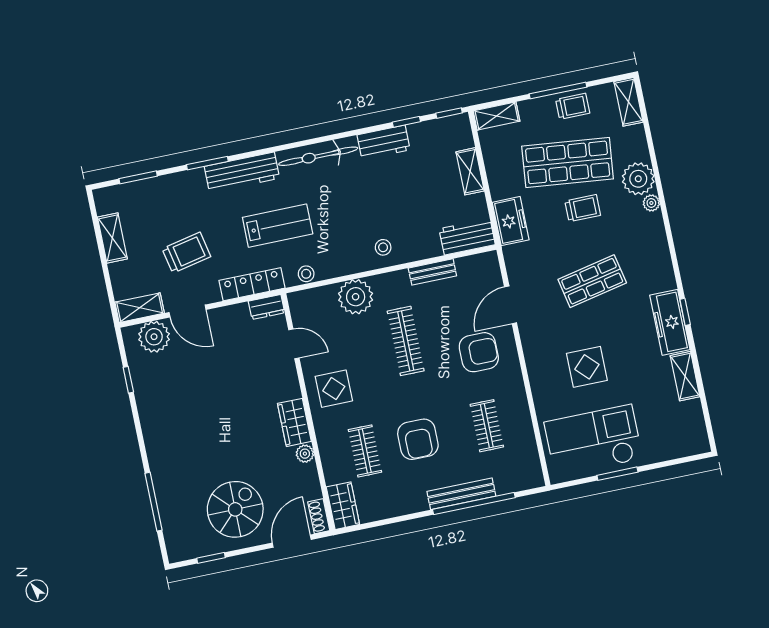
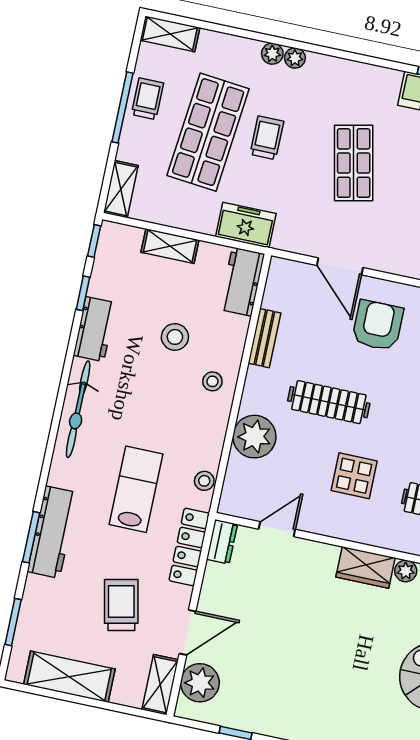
workbench: (242, 172) -> (52, 532), moved
plant: (638, 179) -> (272, 54), width x0.53, depth x0.53
stool: (404, 205) -> (175, 337), added
shelving: (112, 238) -> (69, 677), width x1.50, depth x1.33
display table: (334, 389) -> (354, 476), moved

